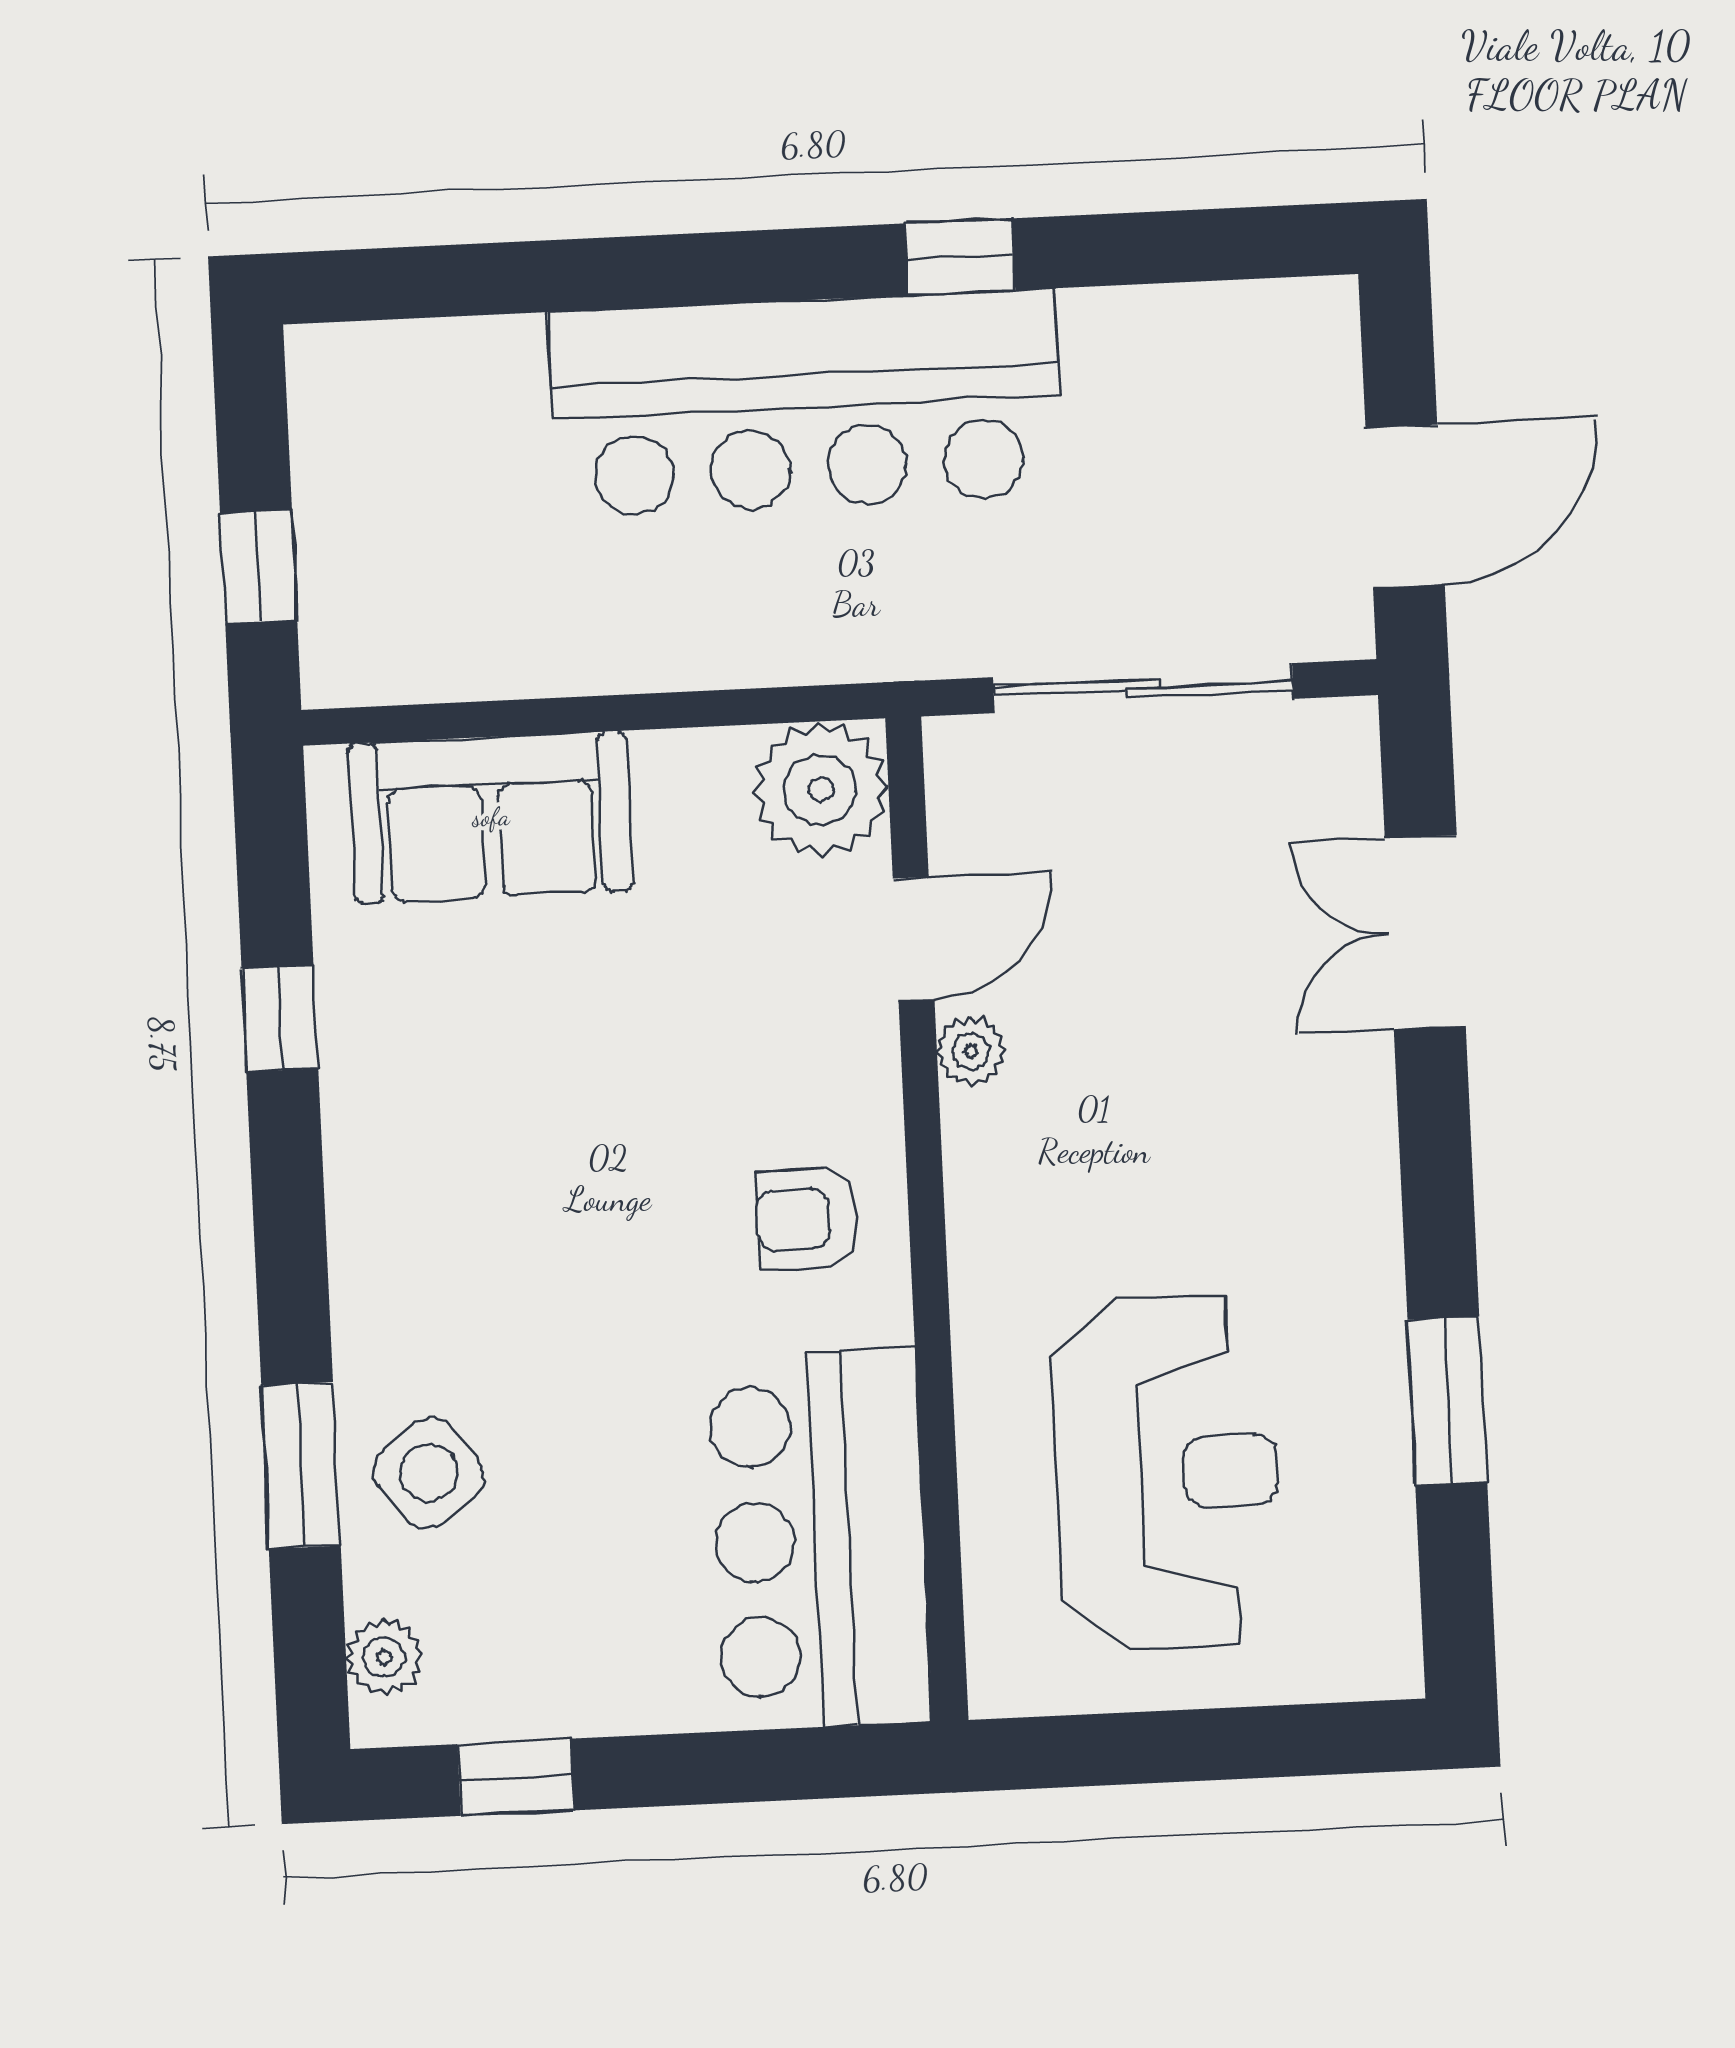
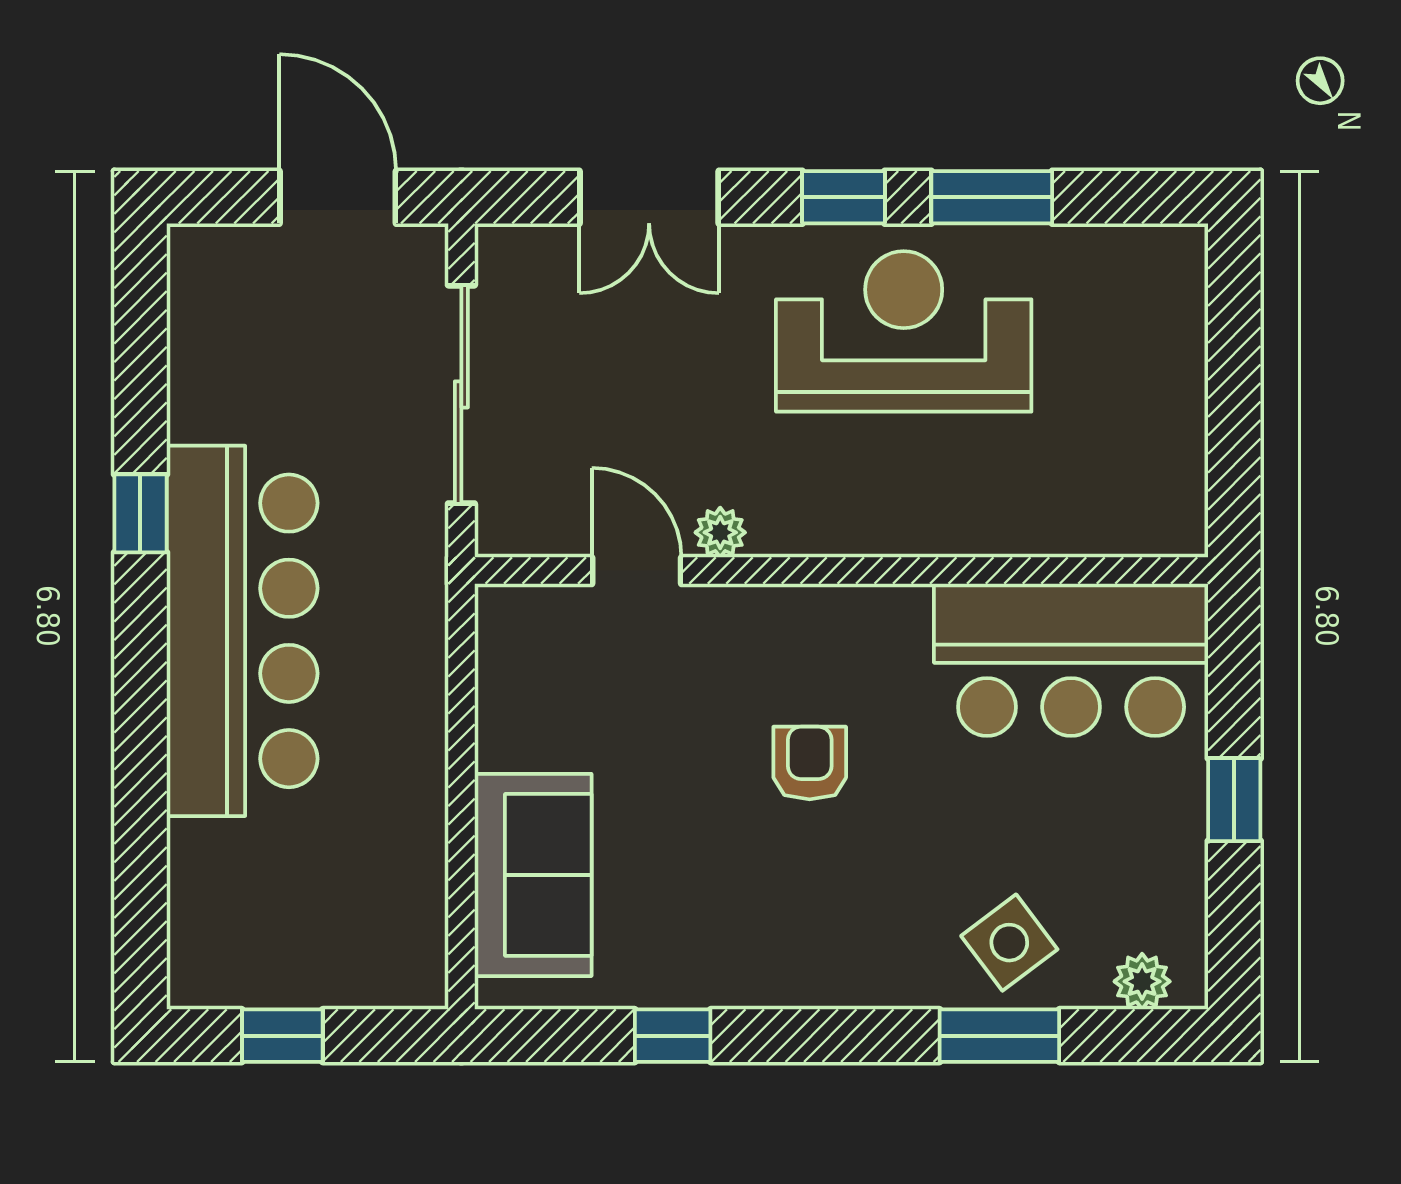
window: (259, 567) -> (282, 1036), moved
plant: (820, 790) -> (524, 634), removed
window: (1438, 1198) -> (843, 197), added
armchair: (807, 1219) -> (810, 763), moved, turned 180
reception desk: (1167, 1474) -> (904, 331), moved
window: (516, 1777) -> (1234, 800), moved

